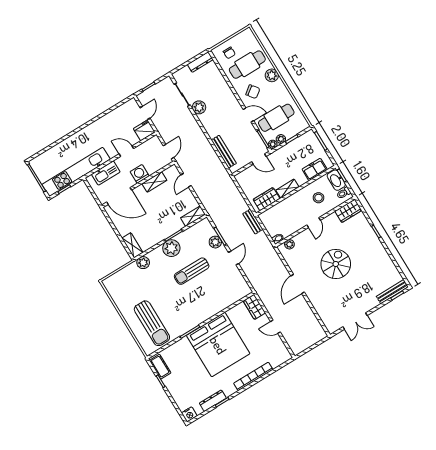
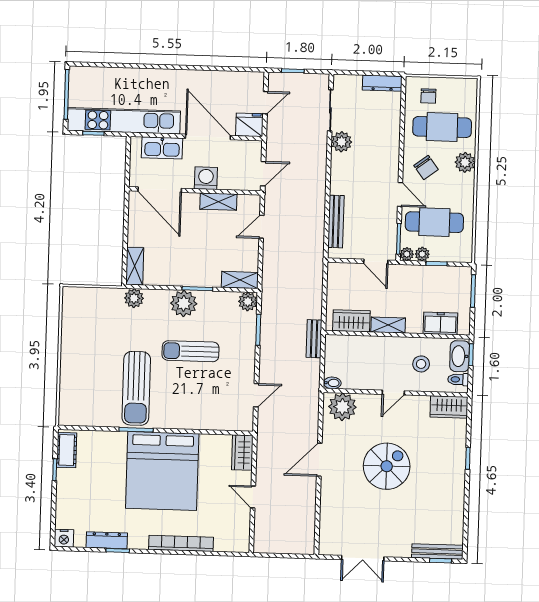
door: (126, 151) -> (208, 137), width x1.88
plant: (215, 242) -> (248, 302), moved
plant: (289, 244) -> (342, 407), width x1.88, depth x1.88
door: (233, 258) -> (256, 395), moved
sun lounger: (152, 323) -> (136, 388), moved

